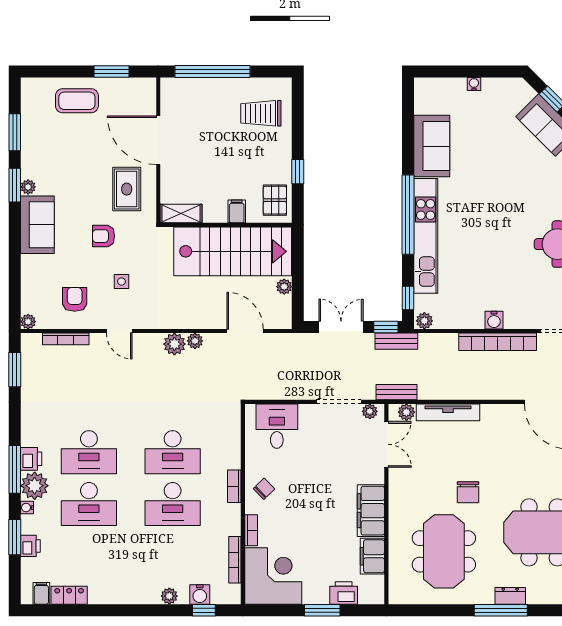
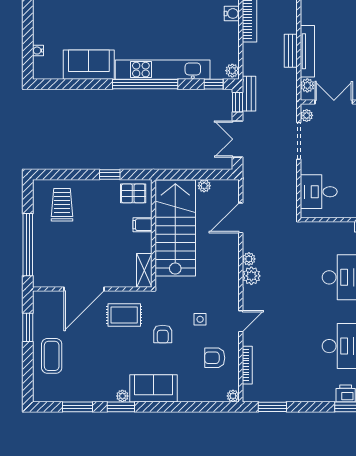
water cooler: (474, 84) -> (38, 51), moved
trolley: (261, 113) -> (62, 205), turned 180
bench: (396, 392) -> (291, 51), moved

